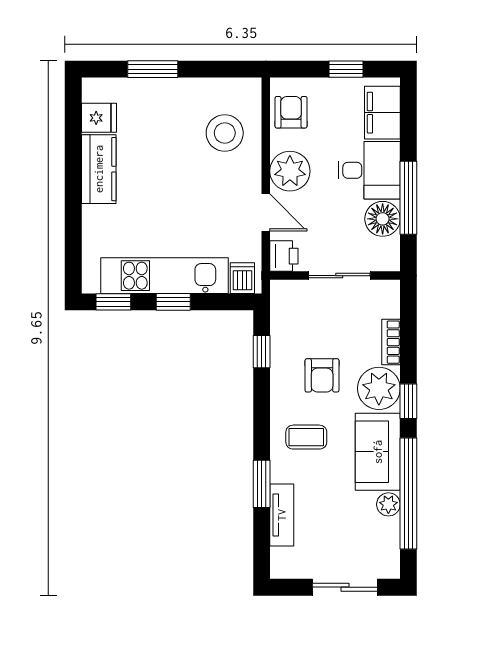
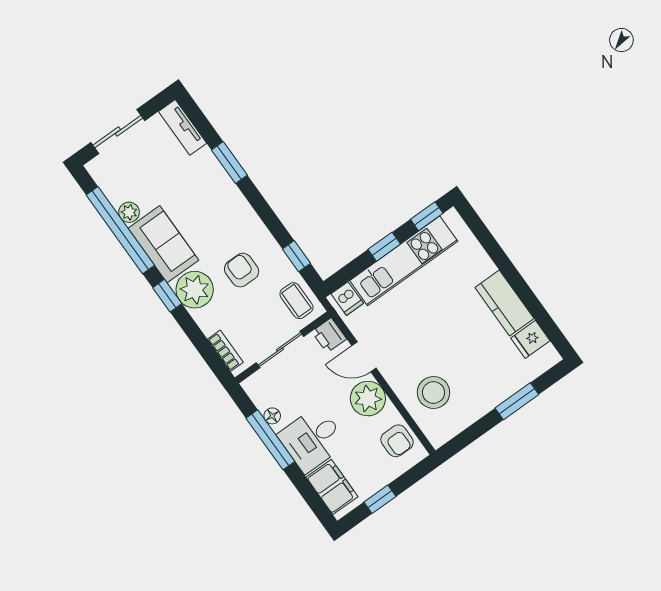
floor lamp: (383, 219) -> (272, 416), width x0.53, depth x0.53
bookcase: (391, 342) -> (225, 351), moved
coffee table: (306, 437) -> (296, 301), moved, turned 90
tv unit: (282, 515) -> (183, 127), moved

